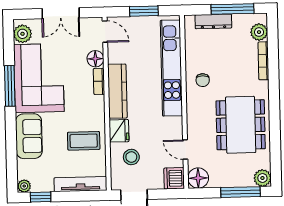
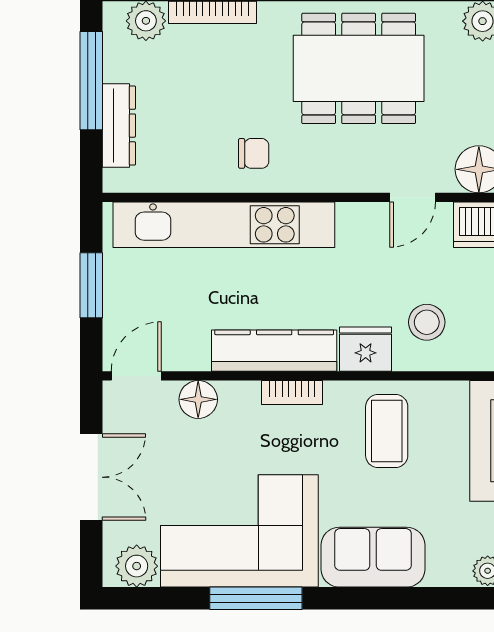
bookcase: (99, 81) -> (292, 393), moved

